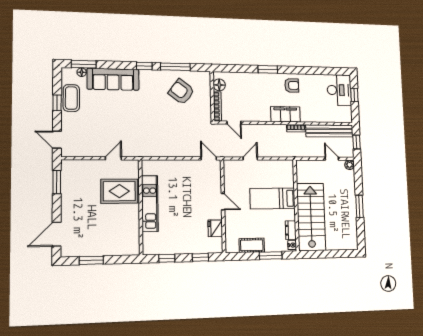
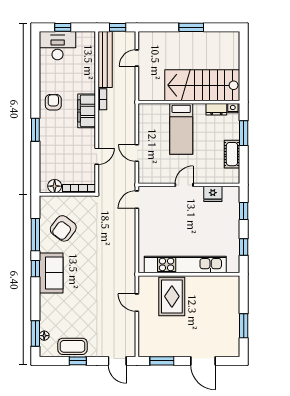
sofa: (113, 79) -> (51, 273), moved, width x0.73
door: (234, 123) -> (97, 156), moved
door: (57, 140) -> (117, 361), hinge flipped
plant: (350, 165) -> (144, 37), removed
kitchen unit: (150, 204) -> (185, 264), width x1.36
door: (57, 234) -> (203, 361), moved

